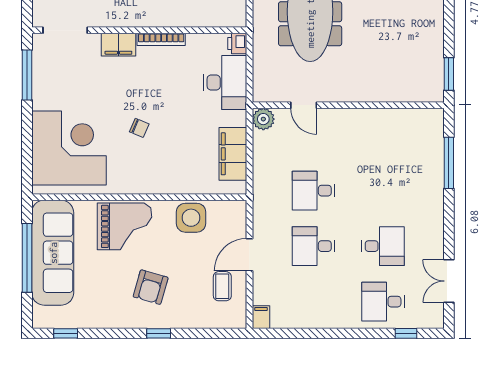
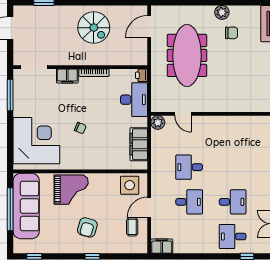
side table: (191, 218) -> (130, 185), moved
desk: (313, 246) -> (189, 202), turned 180
filing cabinet: (261, 317) -> (162, 246), width x2.00

